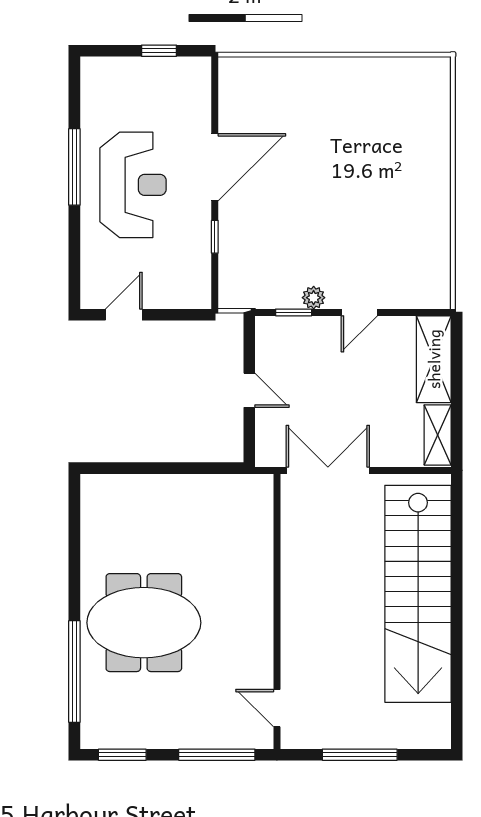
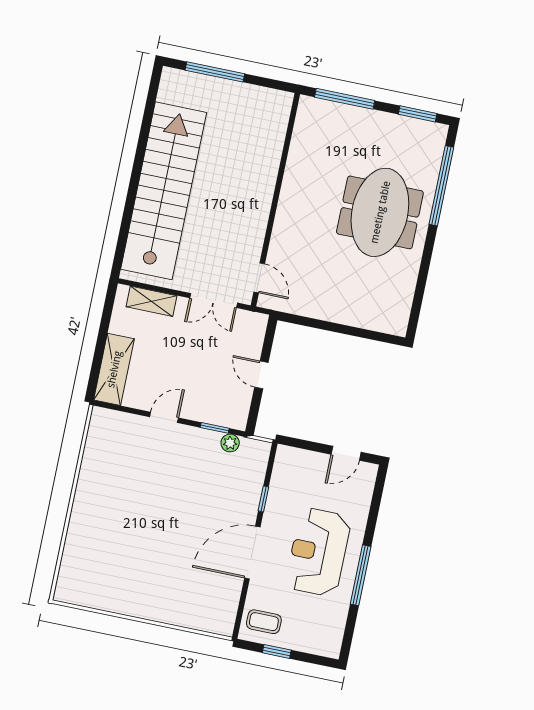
coffee table: (183, 84) -> (264, 622), added
plant: (314, 298) -> (230, 443), moved
shelving: (438, 435) -> (151, 301), moved, turned 90
double door: (328, 470) -> (214, 300), width x0.73
meeting table: (144, 623) -> (380, 212), turned 90
door: (277, 708) -> (259, 278), moved
window: (360, 755) -> (215, 72), moved

